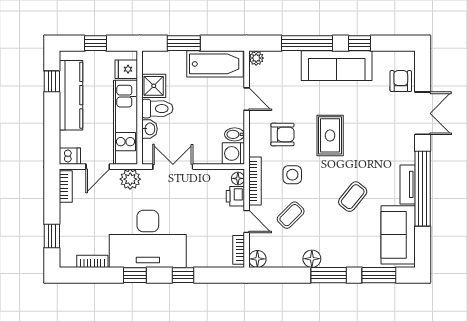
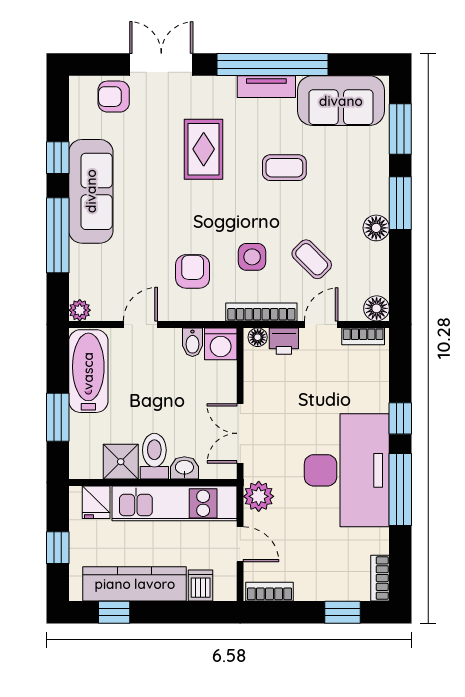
rug: (330, 135) -> (204, 149), moved, turned 90
dishwasher: (70, 156) -> (201, 585), moved
coffee table: (353, 197) -> (284, 168), turned -39
bookcase: (92, 261) -> (380, 578), moved
window: (135, 275) -> (400, 489), width x2.17

